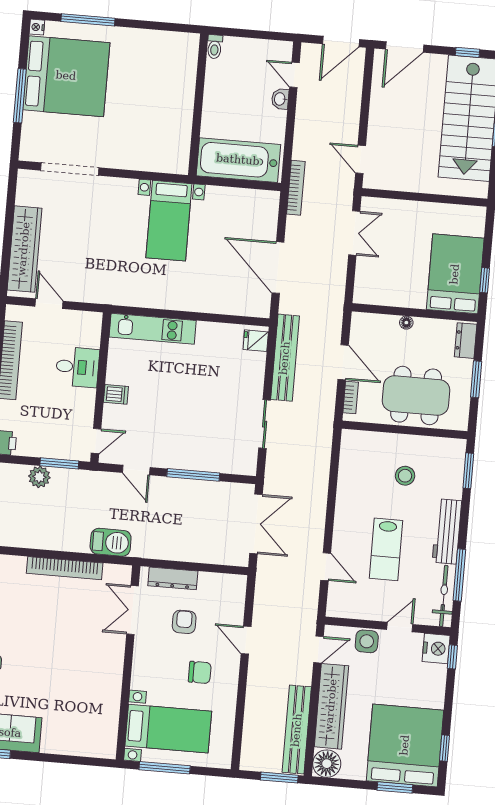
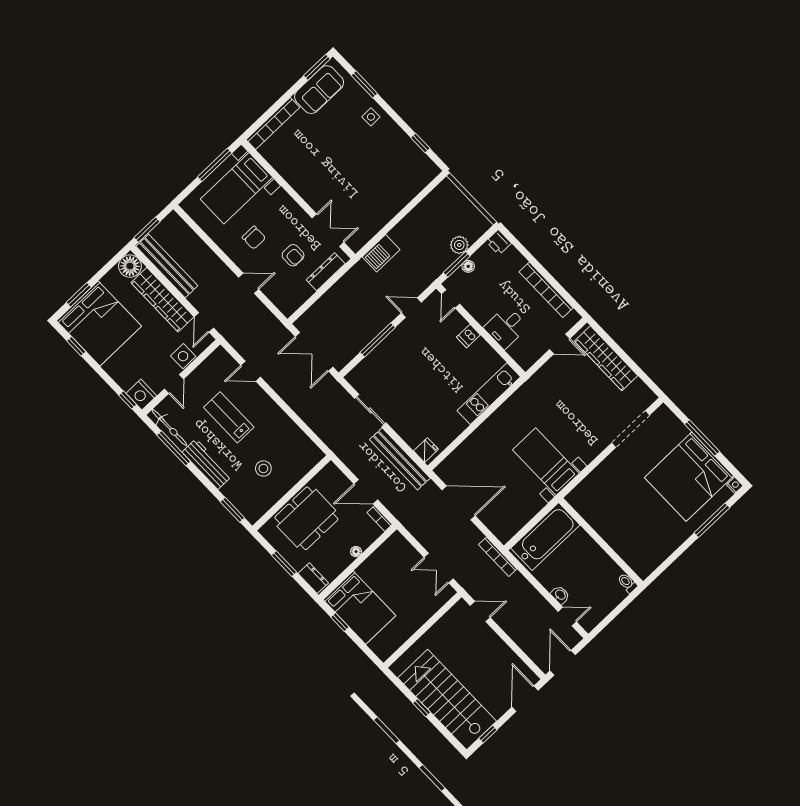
bookcase: (351, 398) -> (380, 519), moved
floor lamp: (52, 451) -> (468, 266), added
bookcase: (65, 568) -> (273, 123), moved, turned 180
chair: (200, 672) -> (254, 238), turned -90

